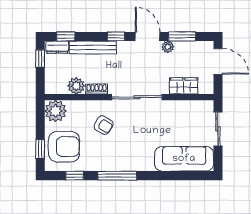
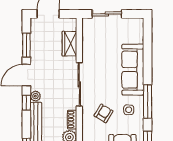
plant: (168, 47) -> (35, 96), moved
side table: (108, 154) -> (129, 110), added
sofa: (184, 159) -> (133, 70), moved

